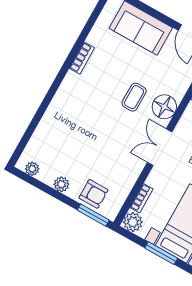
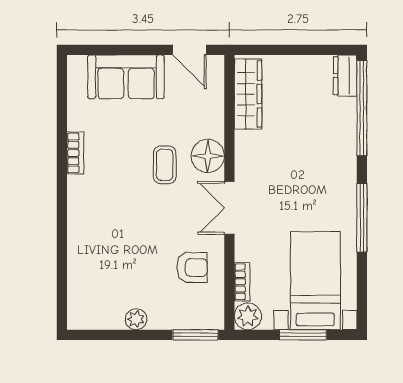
plant: (32, 169) -> (90, 320), removed
armchair: (93, 194) -> (192, 268), moved

